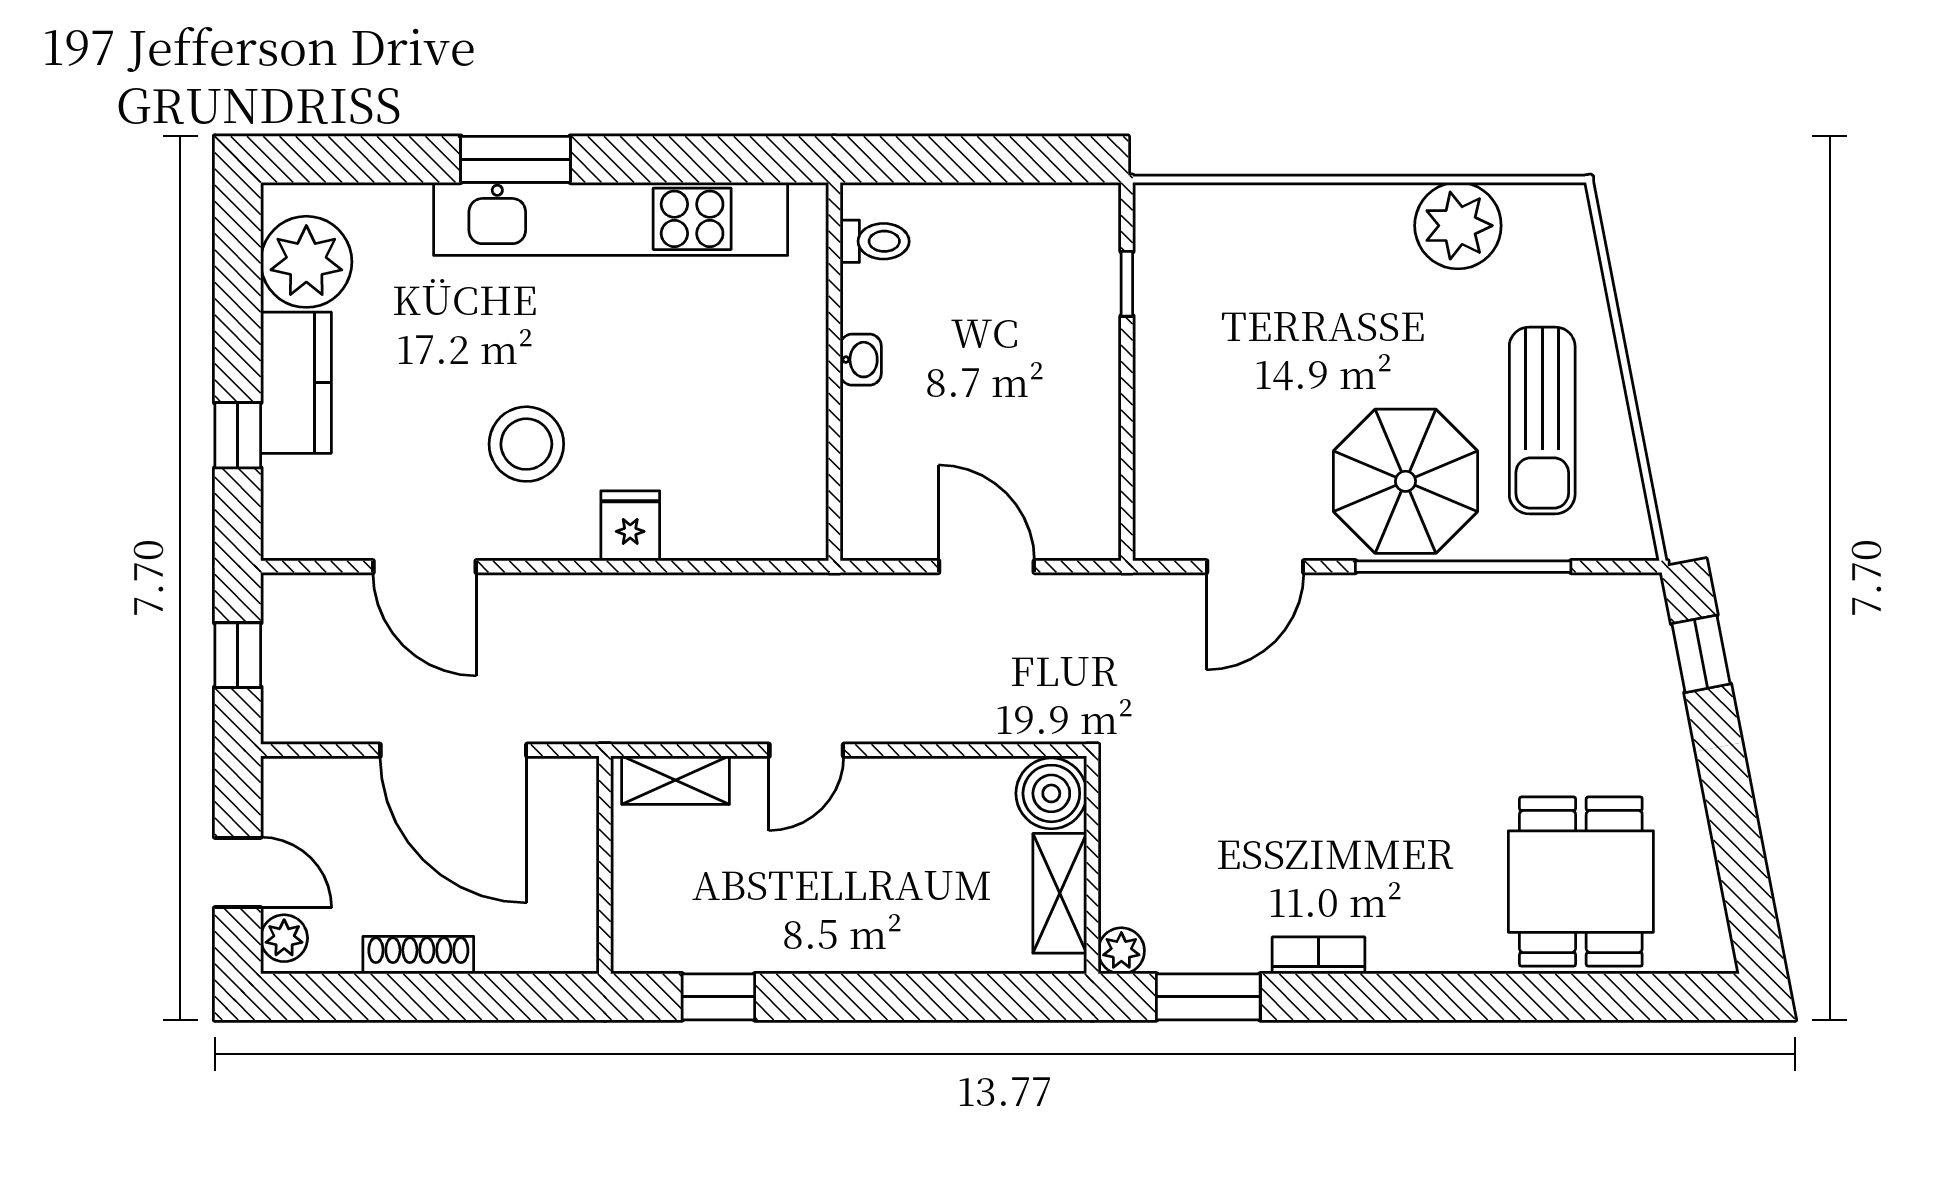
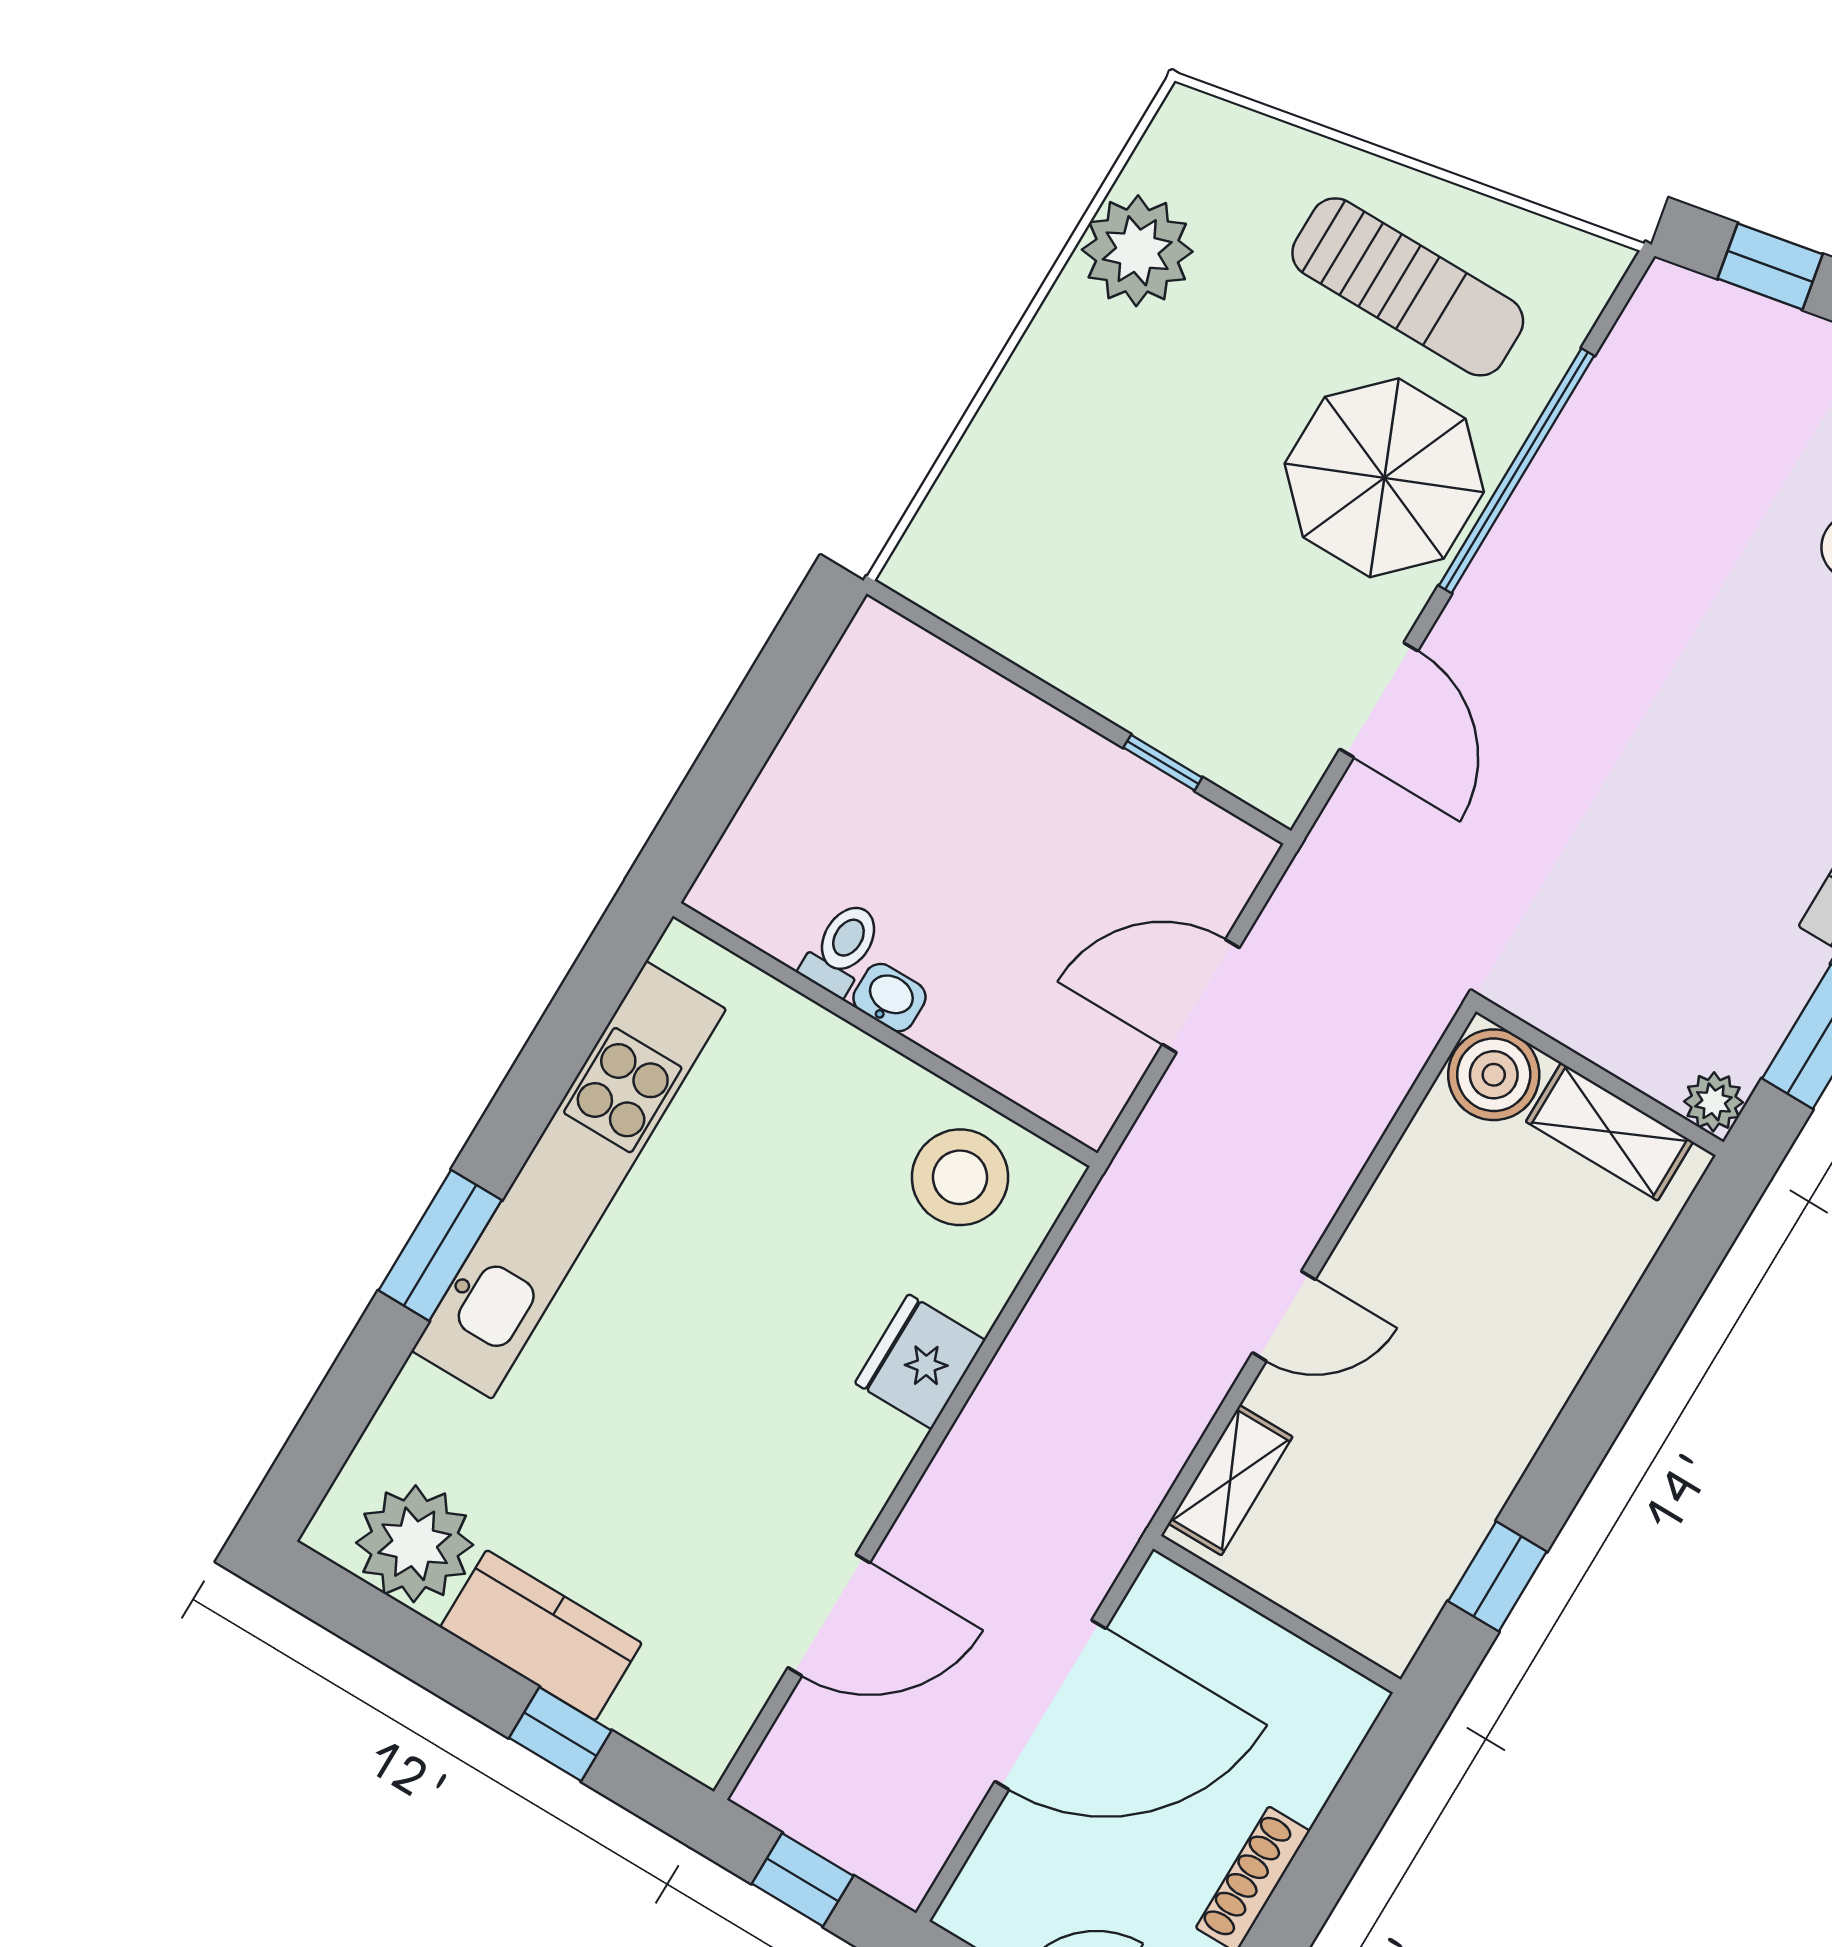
toilet: (875, 241) -> (842, 948), moved
window: (1127, 284) -> (1163, 763), moved
stool: (526, 444) -> (960, 1177), moved
fridge: (630, 526) -> (920, 1362), width x1.38
door: (806, 750) -> (1284, 1316), hinge flipped

